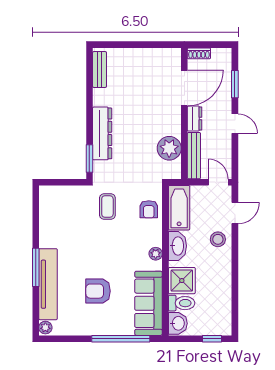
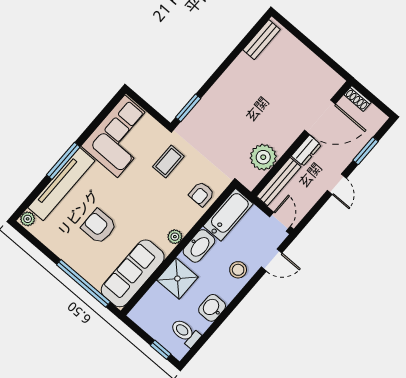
dresser: (102, 133) -> (217, 96), removed
corner sofa: (61, 217) -> (121, 136), added
toilet: (182, 303) -> (185, 333), moved, turned 180
washbasin: (178, 323) -> (212, 308), moved, turned 180

